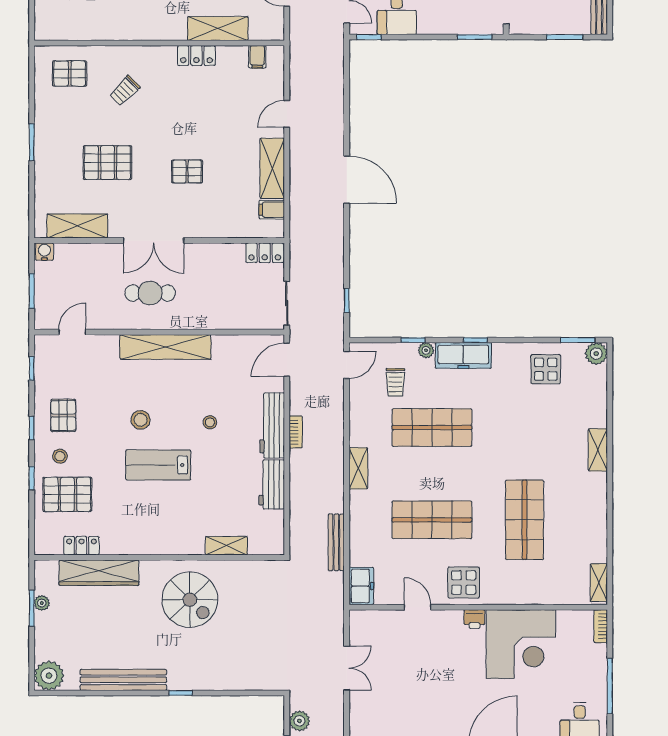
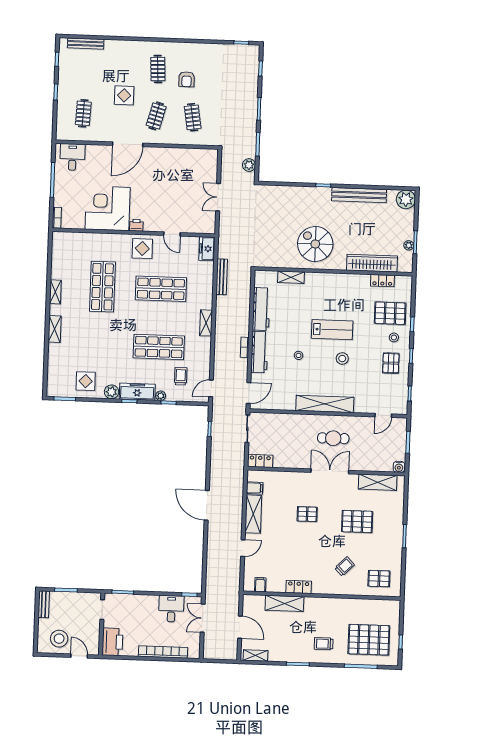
plant: (596, 354) -> (112, 392), moved
workbench: (272, 484) -> (261, 309), width x1.38
shelving: (599, 583) -> (55, 292), moved

